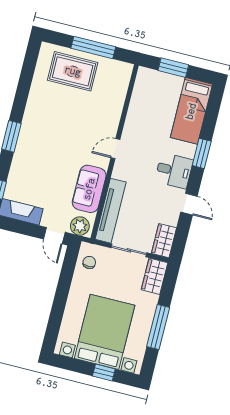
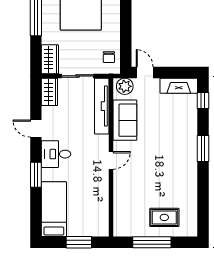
rug: (73, 71) -> (164, 217), width x0.73, depth x0.70

